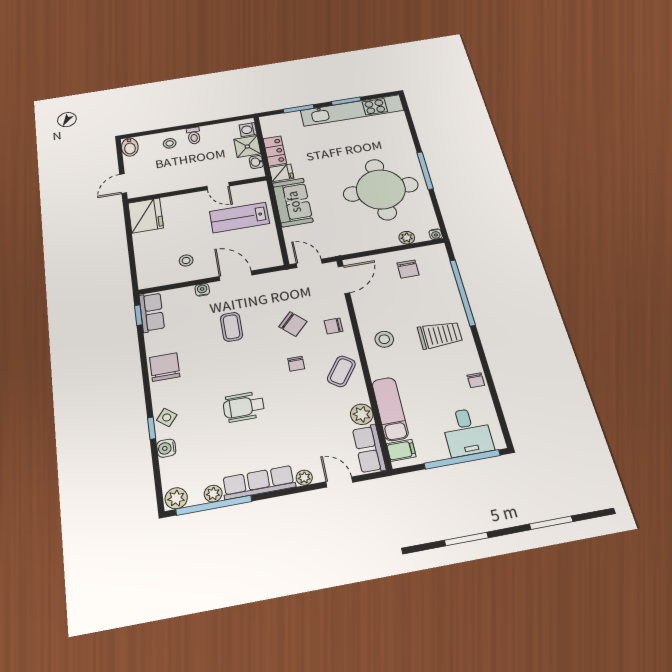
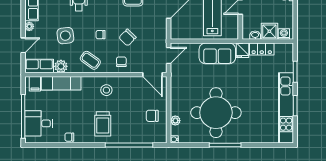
side table: (309, 417) -> (65, 36), added

